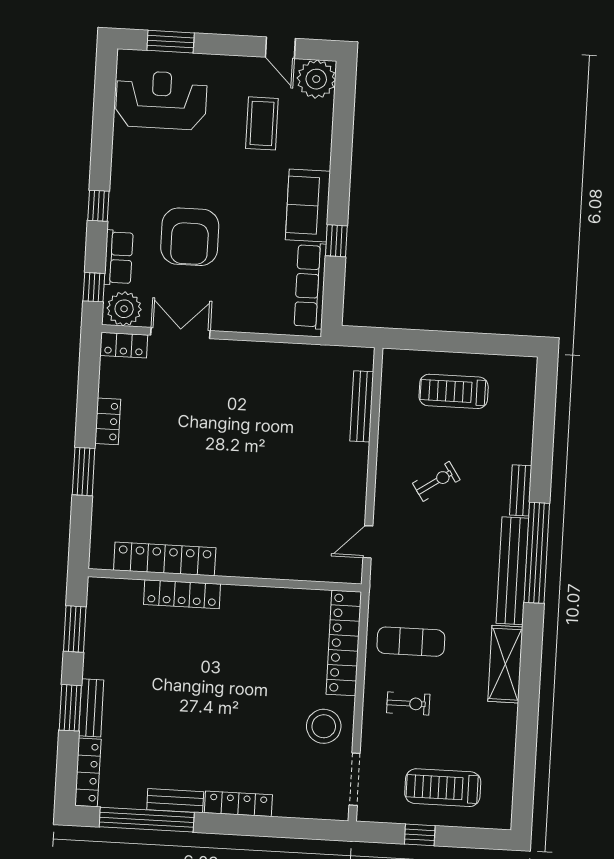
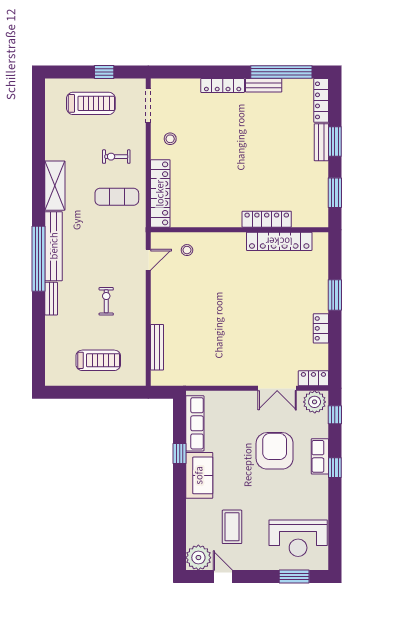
row of seats: (119, 258) -> (320, 456), moved
exercise bike: (436, 481) -> (106, 301), turned 124
stool: (307, 553) -> (187, 250), added
stool: (324, 726) -> (170, 139), width x0.53, depth x0.53

